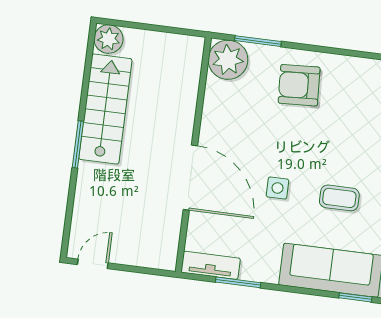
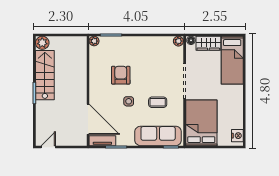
plant: (228, 60) -> (94, 41), width x0.53, depth x0.53
armchair: (299, 85) -> (121, 75), moved, turned 93
door: (190, 178) -> (88, 119), moved

